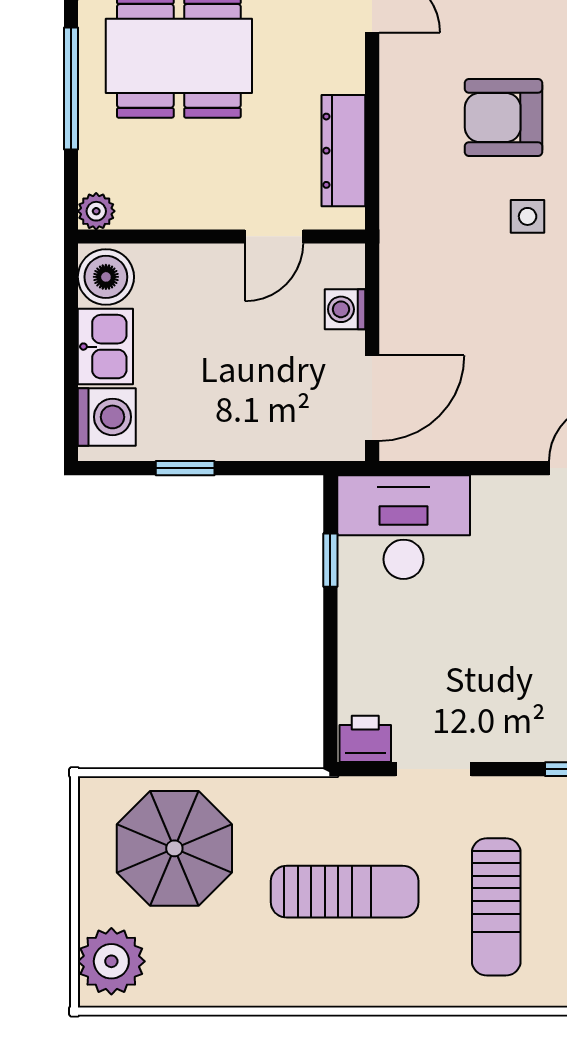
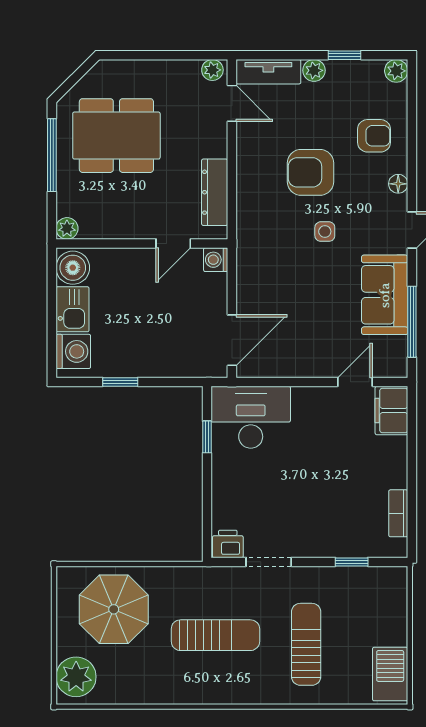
washing machine: (345, 309) -> (216, 260), moved
sun lounger: (496, 907) -> (306, 644), turned 180

